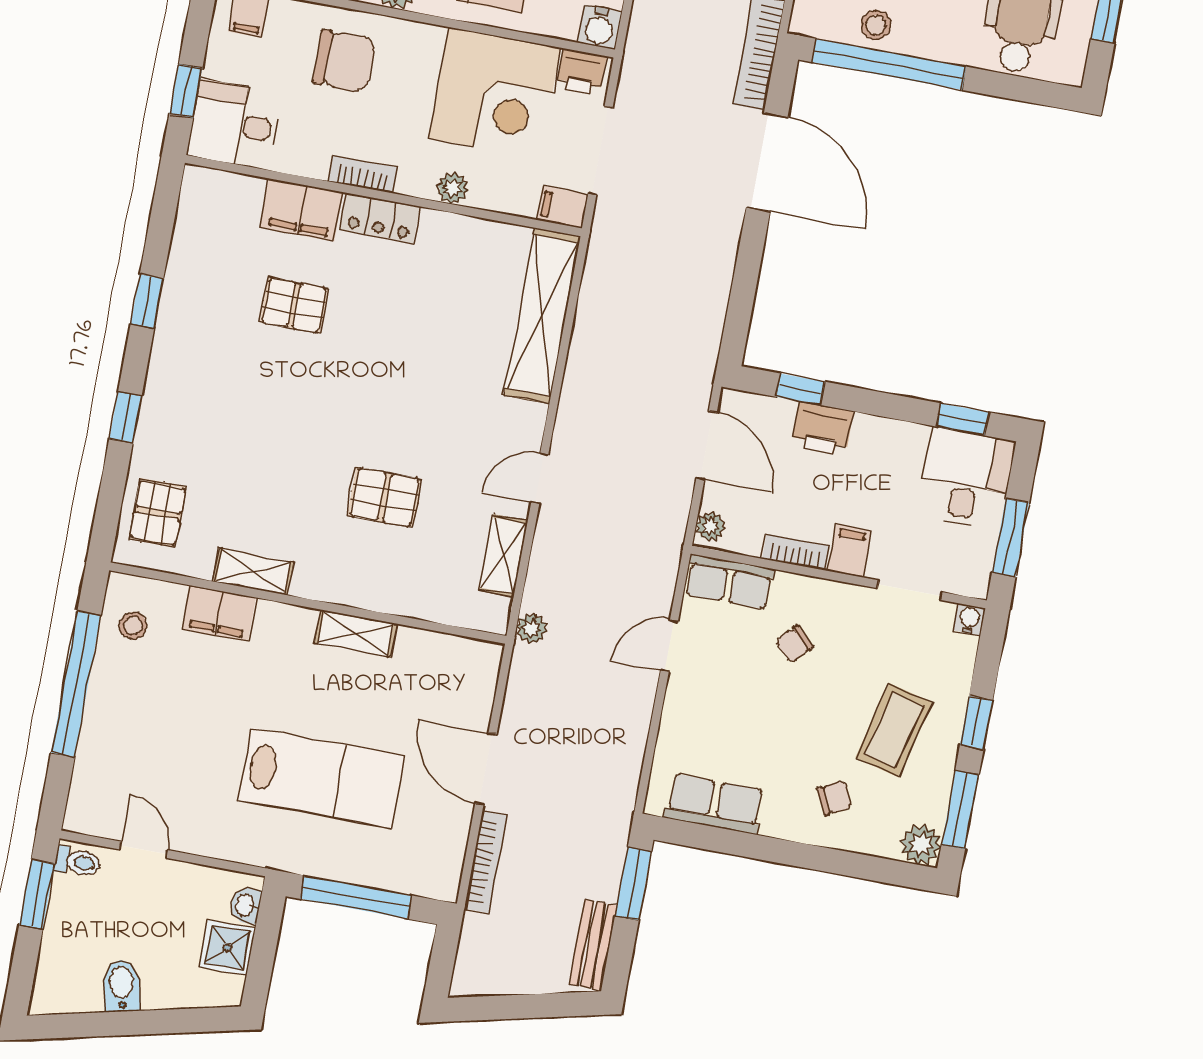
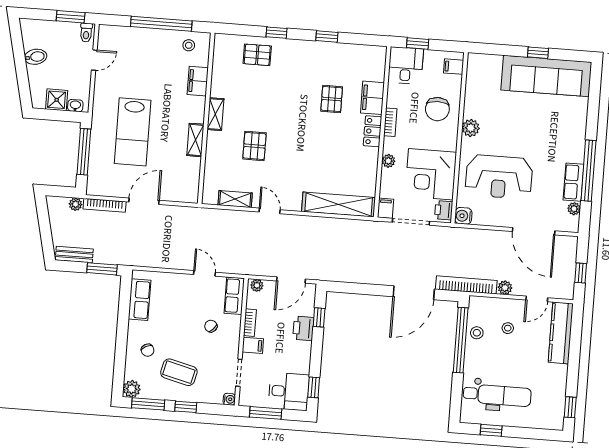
pallet: (158, 513) -> (257, 55), moved
shelving: (253, 572) -> (215, 114), moved
plant: (532, 628) -> (76, 204), moved

